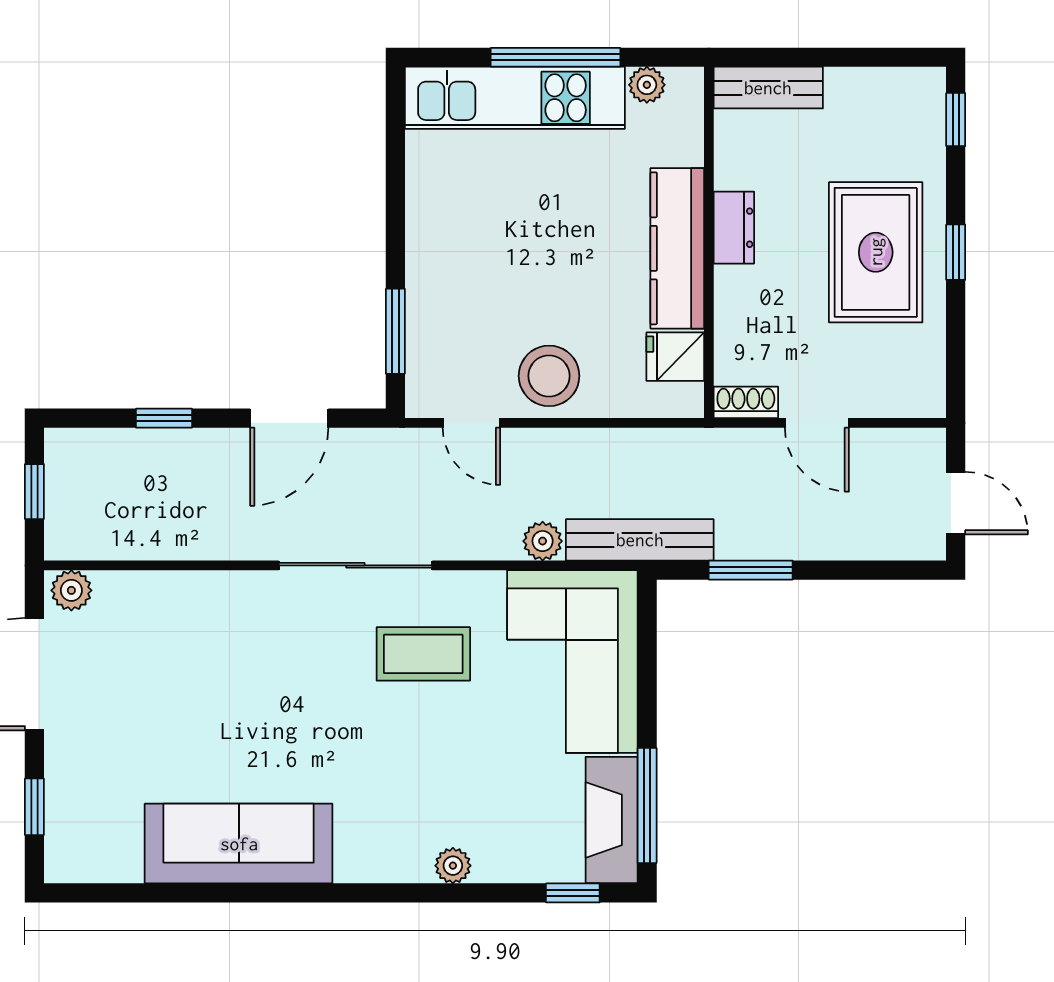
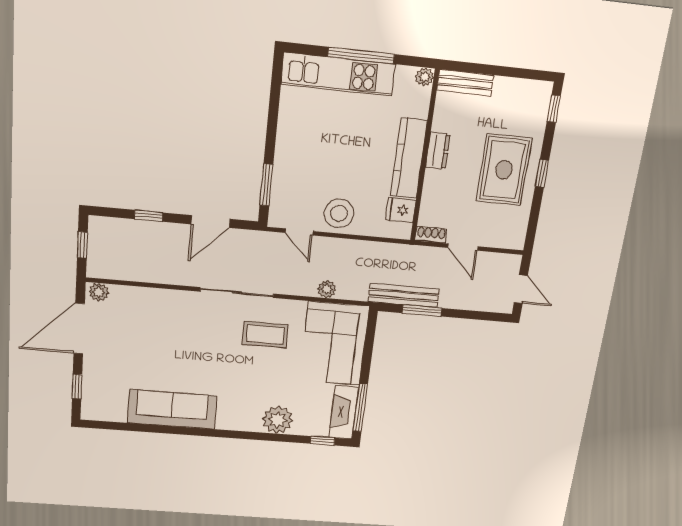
plant: (647, 85) -> (425, 77), moved
bench: (640, 540) -> (404, 295), moved
plant: (453, 866) -> (277, 420), width x1.88, depth x1.88

